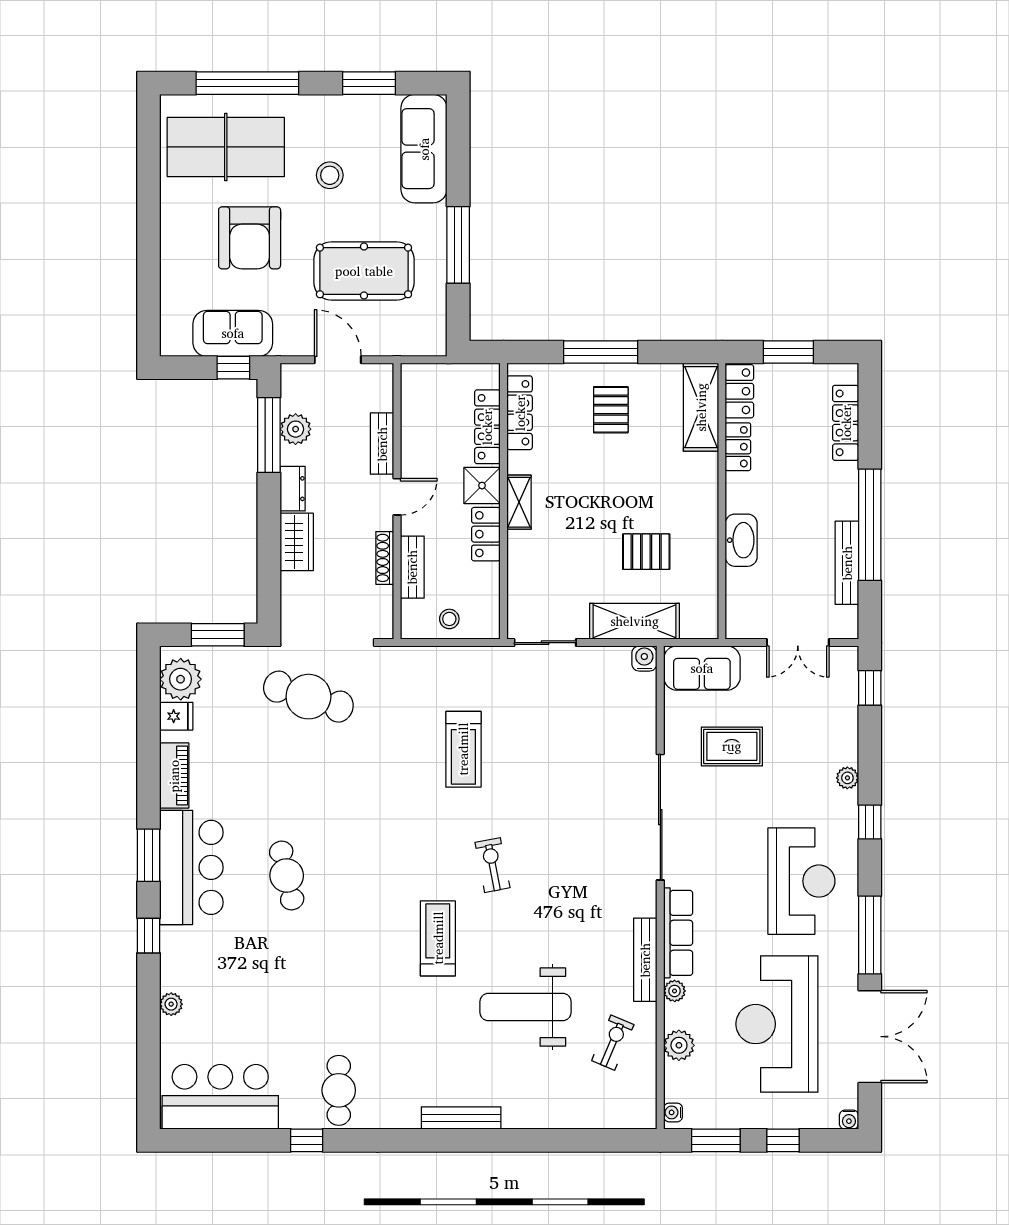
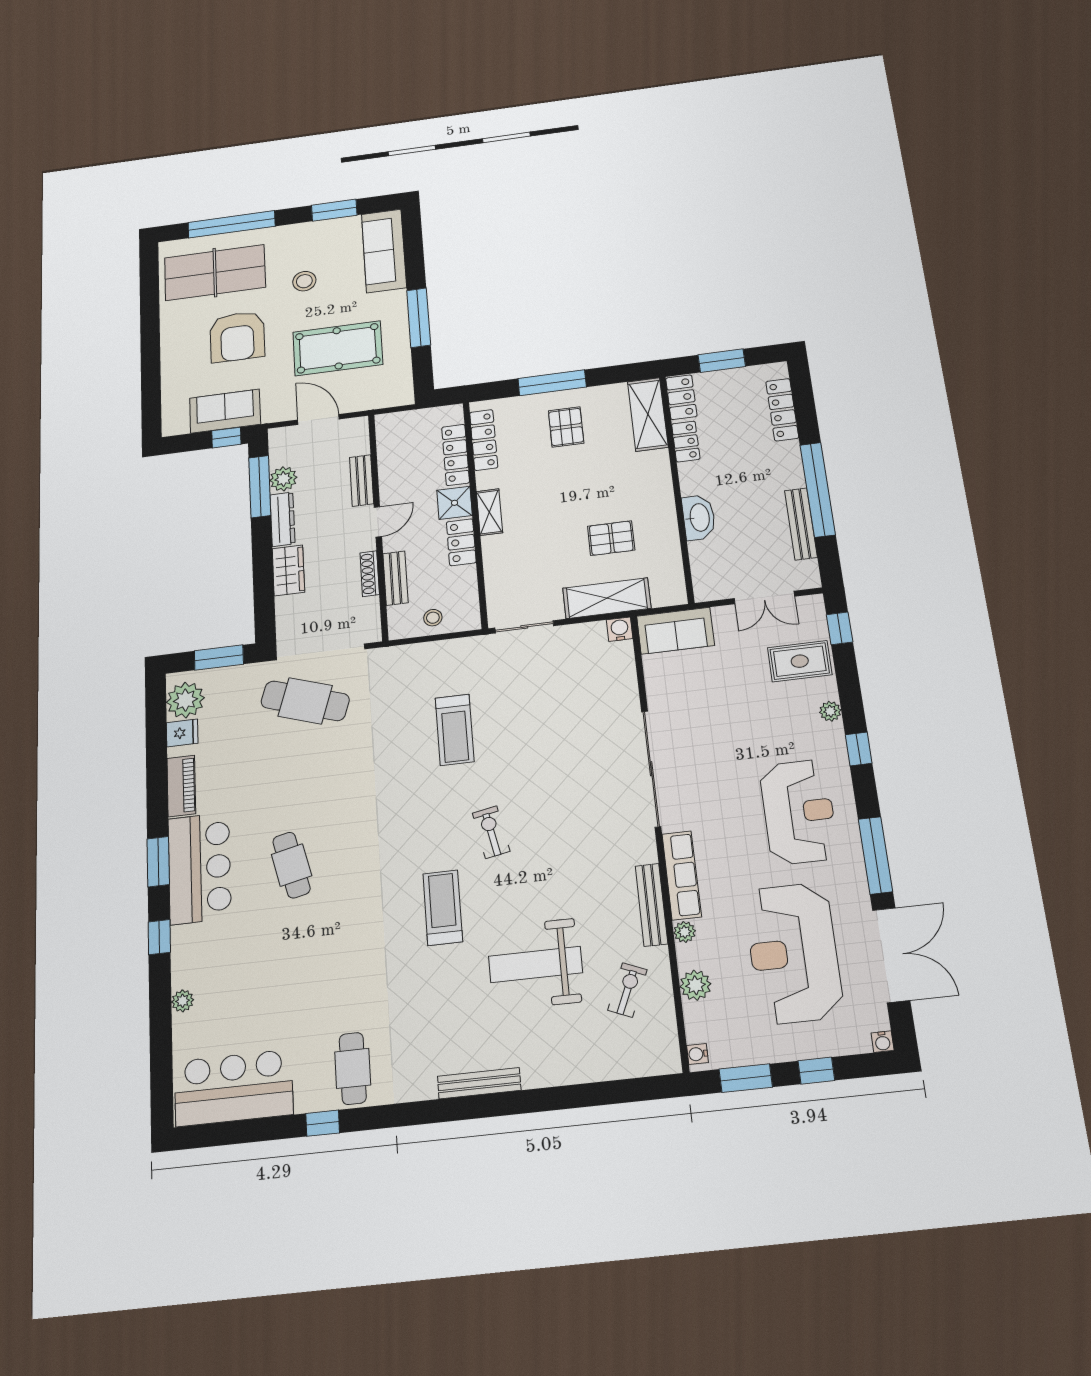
dresser: (293, 489) -> (283, 519), width x1.44
rug: (732, 746) -> (800, 661), moved

